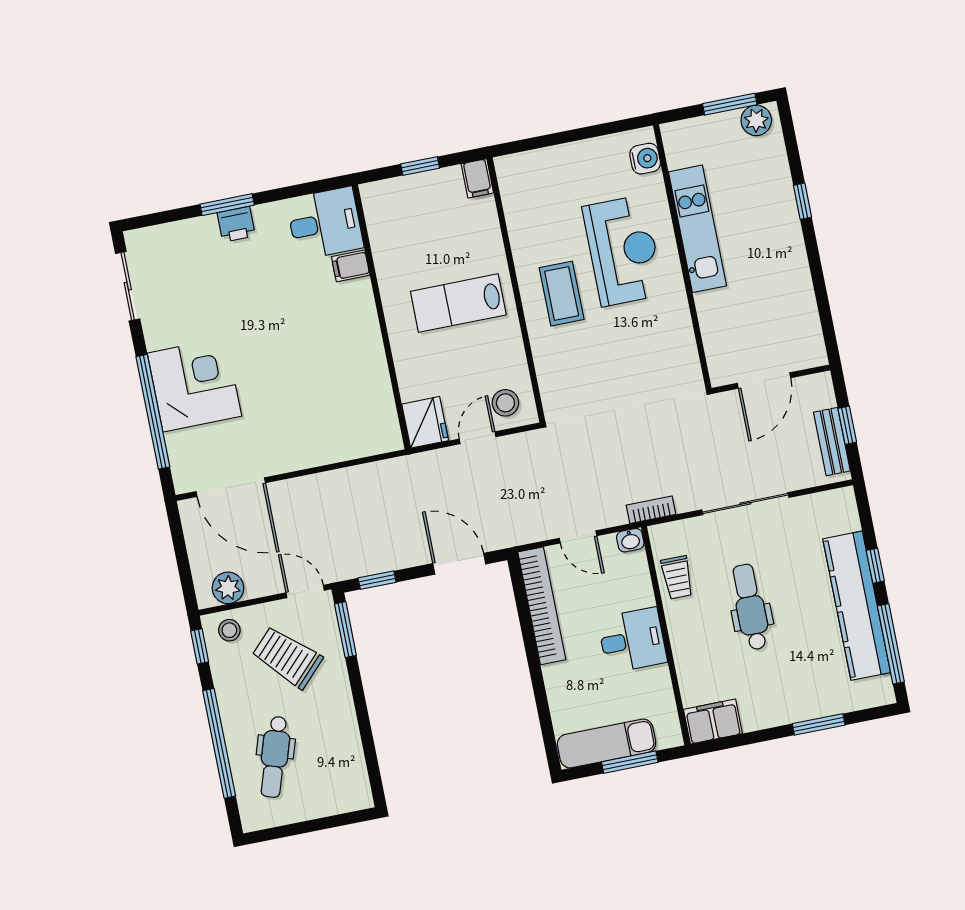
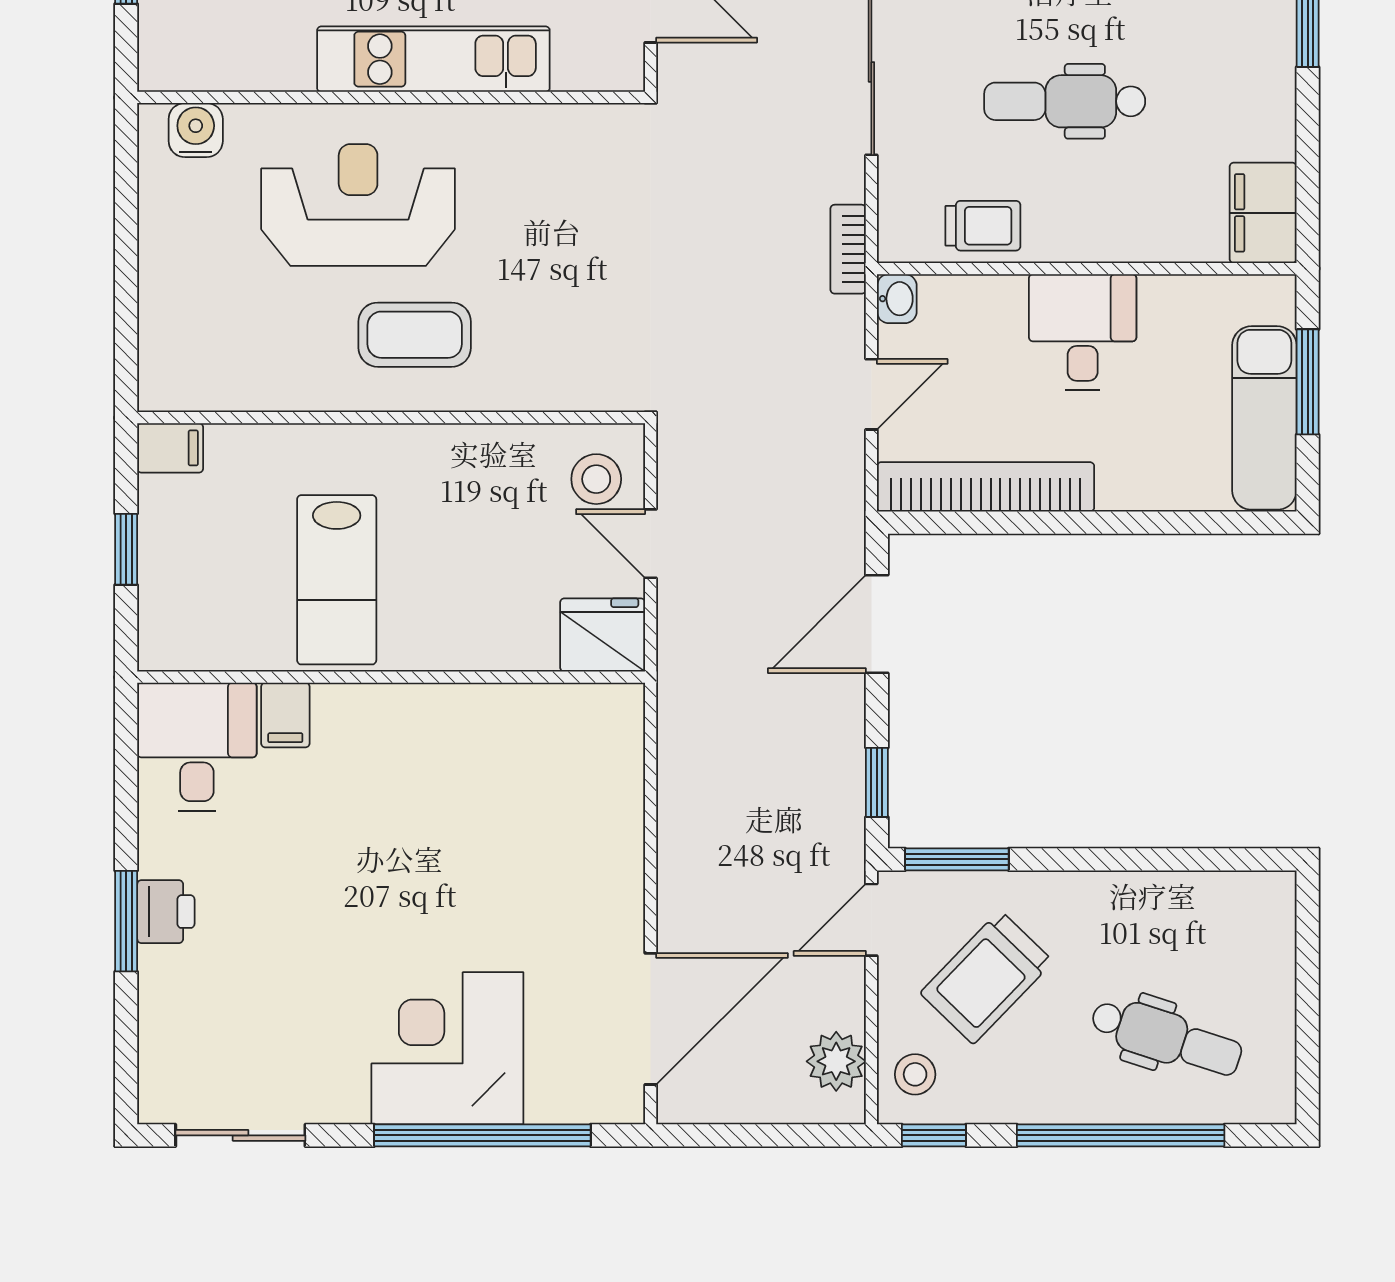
kitchen unit: (697, 229) -> (433, 59), moved
lab bench: (458, 303) -> (337, 580), moved

